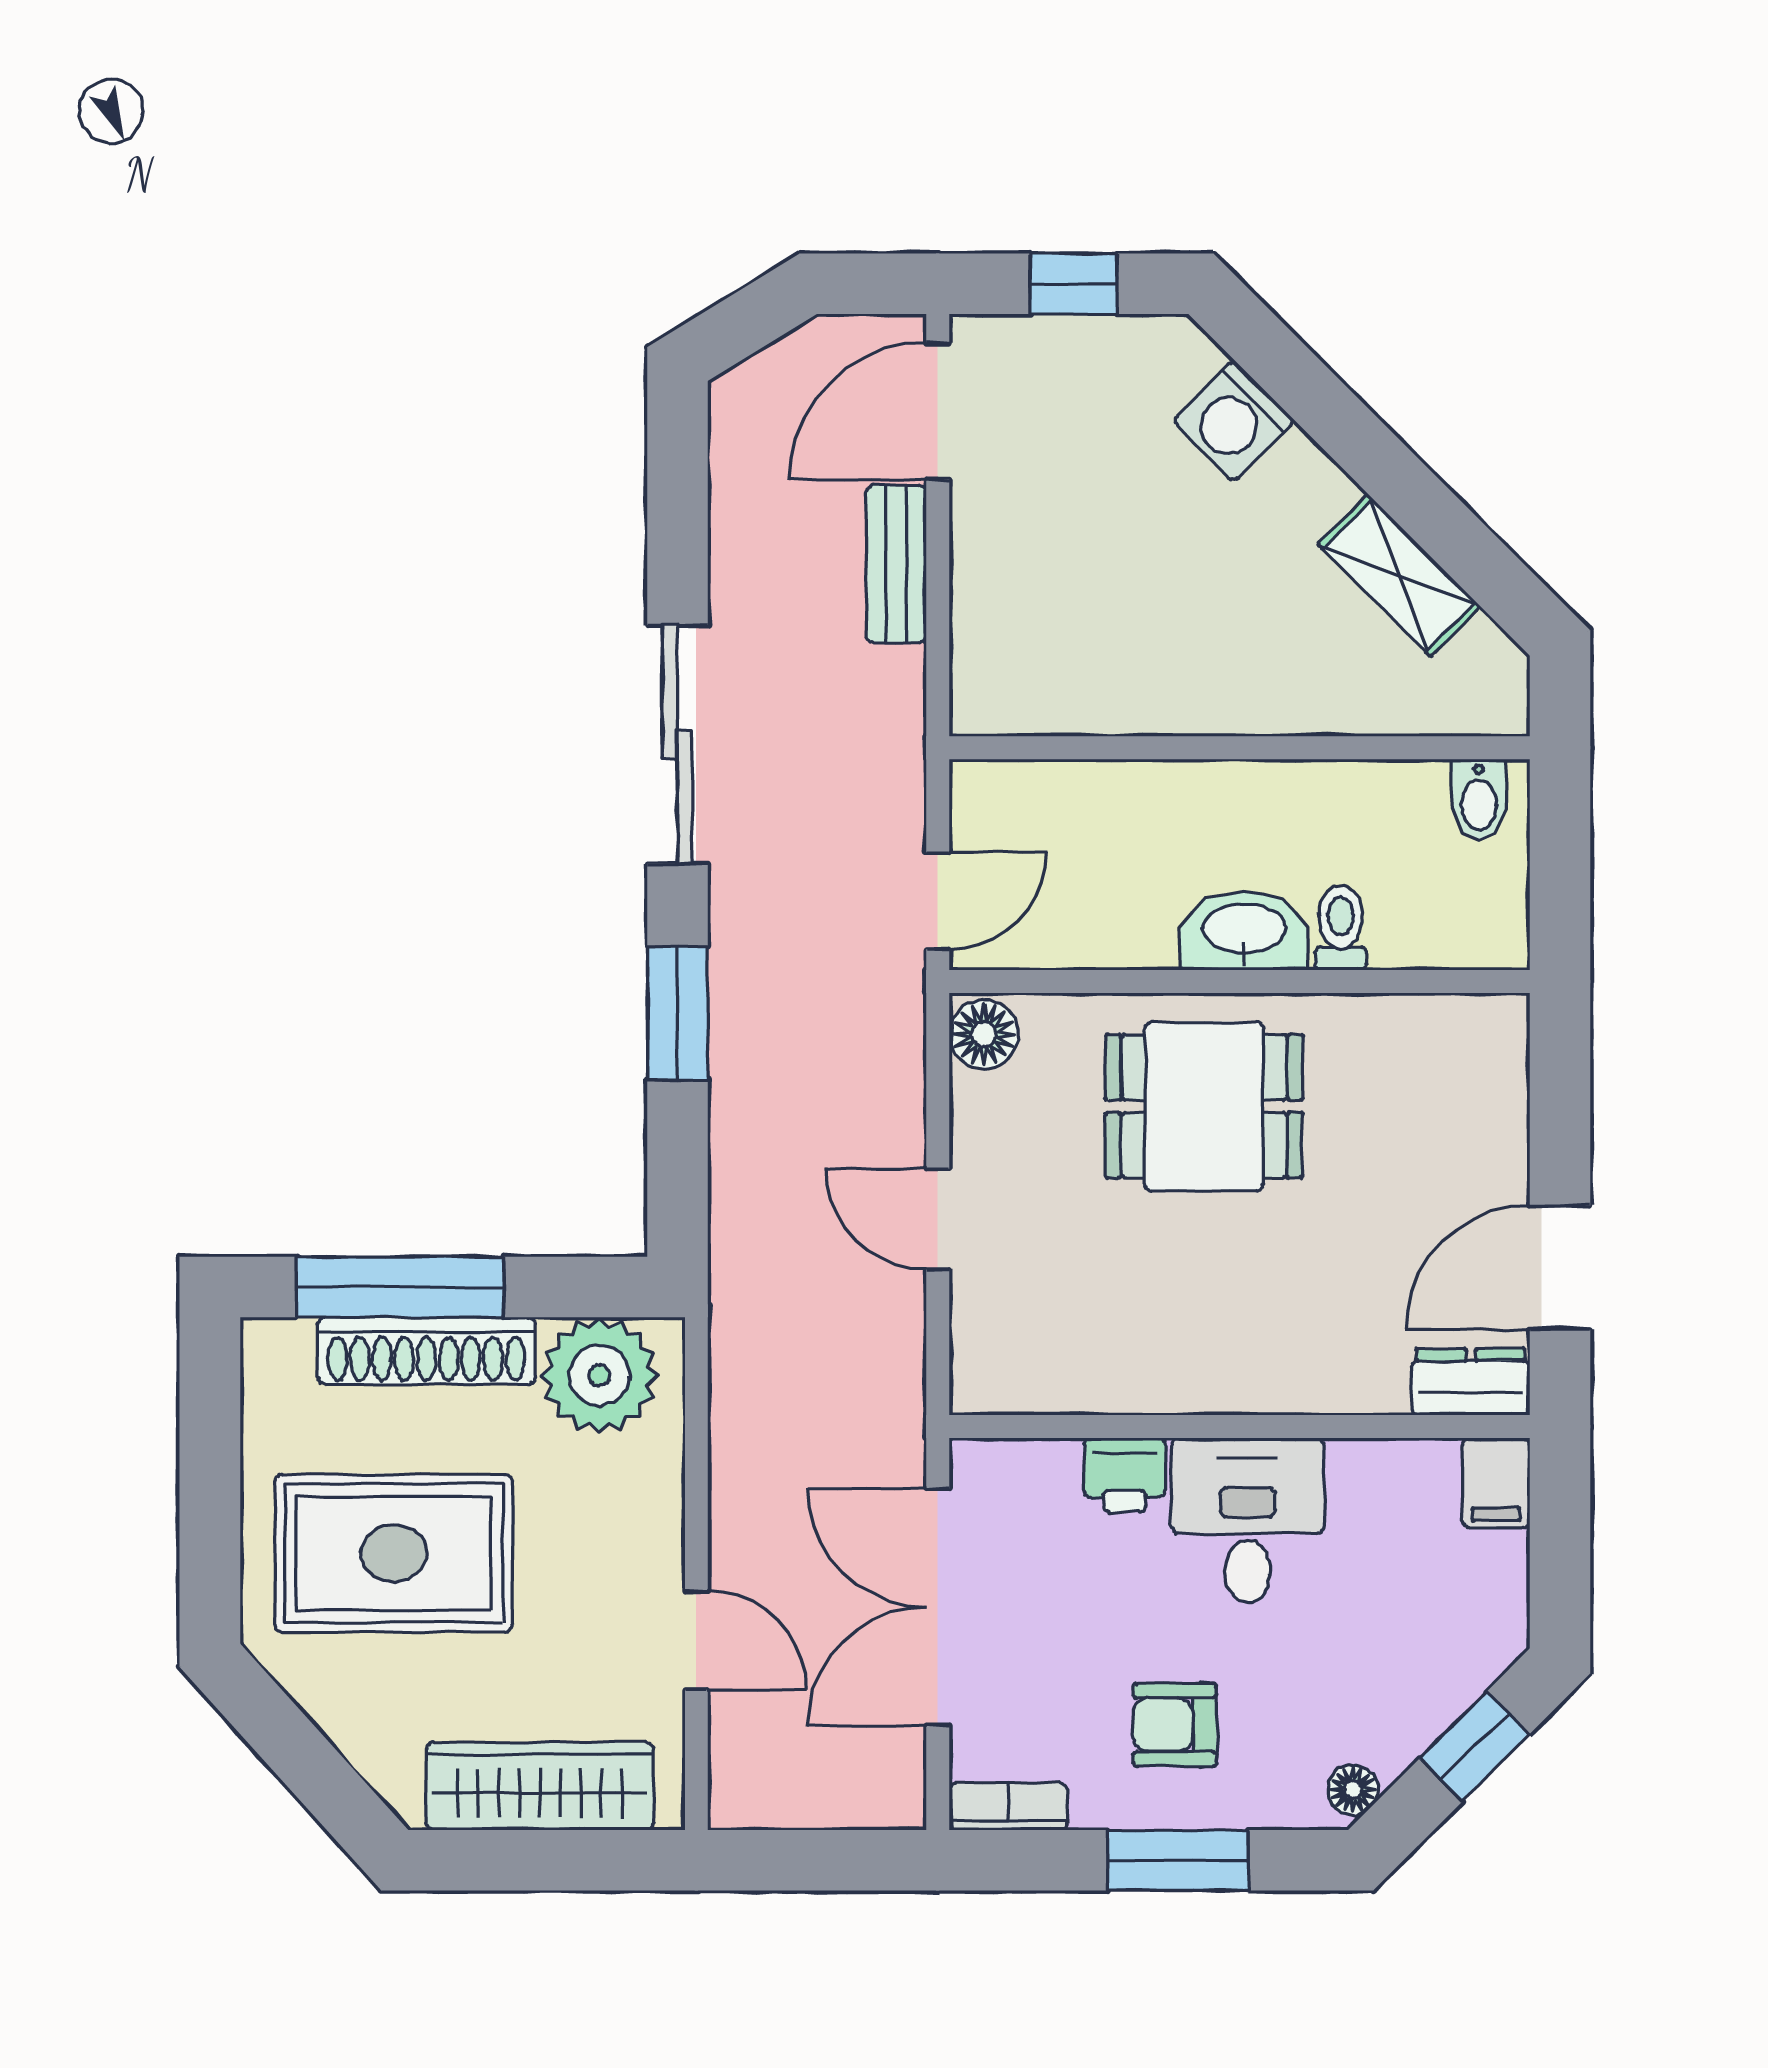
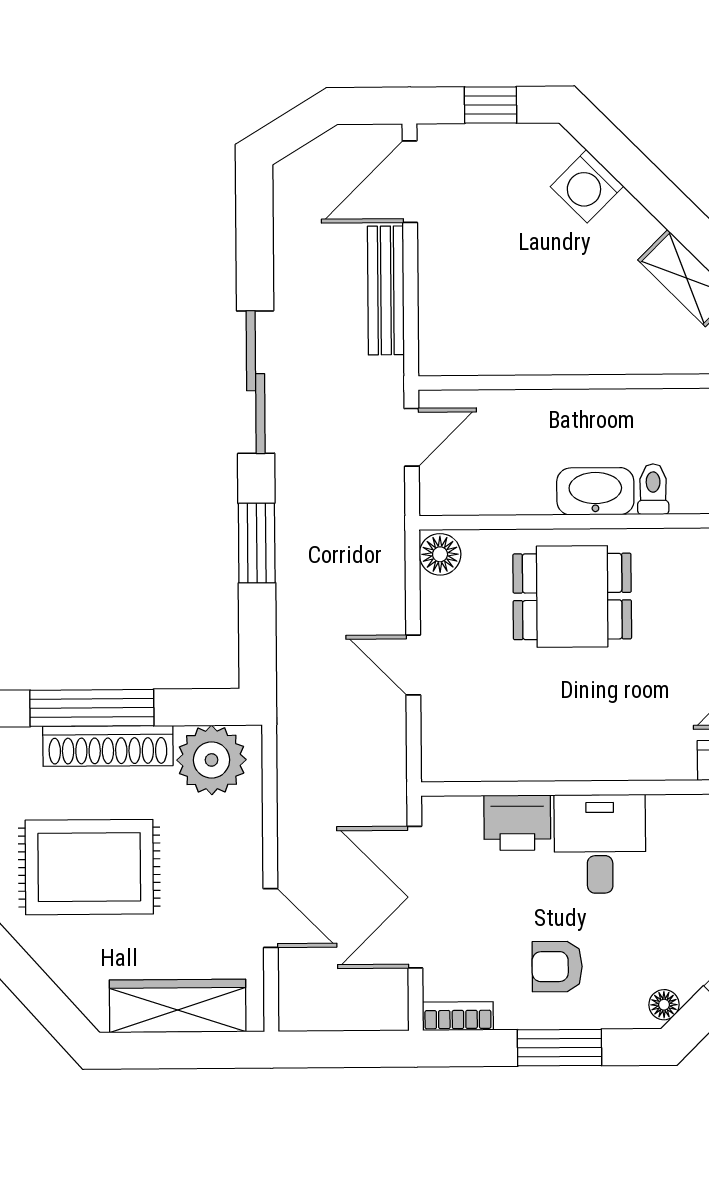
bench: (896, 564) -> (386, 290), width x1.36
door: (938, 901) -> (412, 437), moved
printer: (1125, 1475) -> (517, 823), width x1.36, depth x1.24

